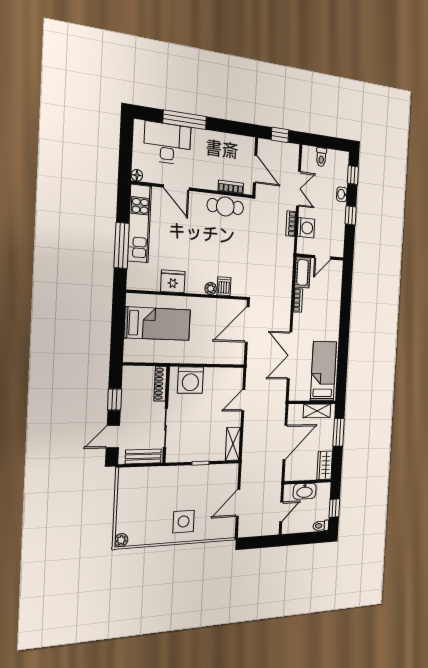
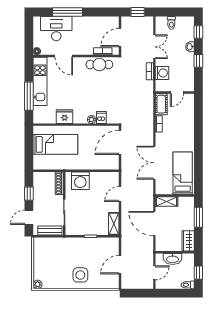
door: (255, 169) -> (120, 37), swing flipped
shelving: (317, 411) -> (167, 202), moved
door: (285, 442) -> (154, 224), swing flipped

